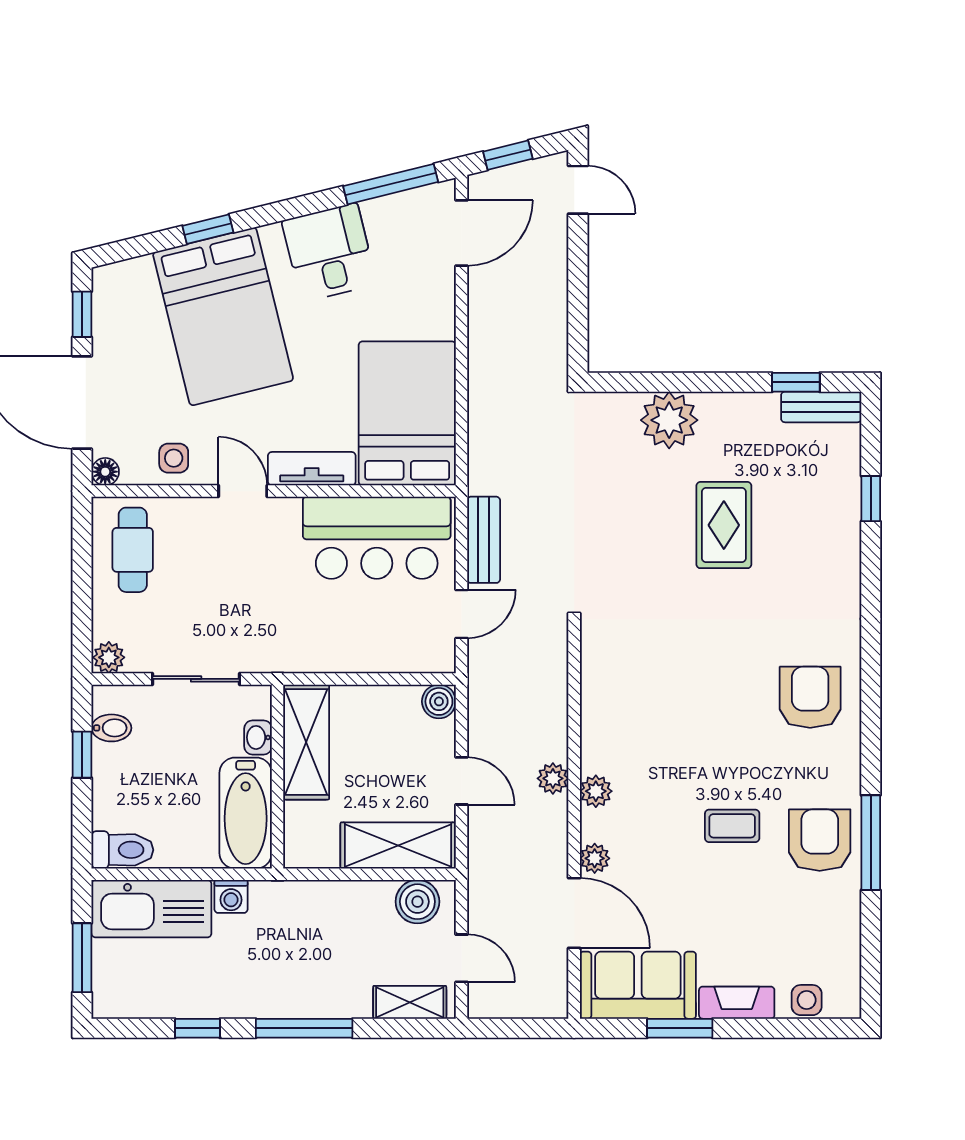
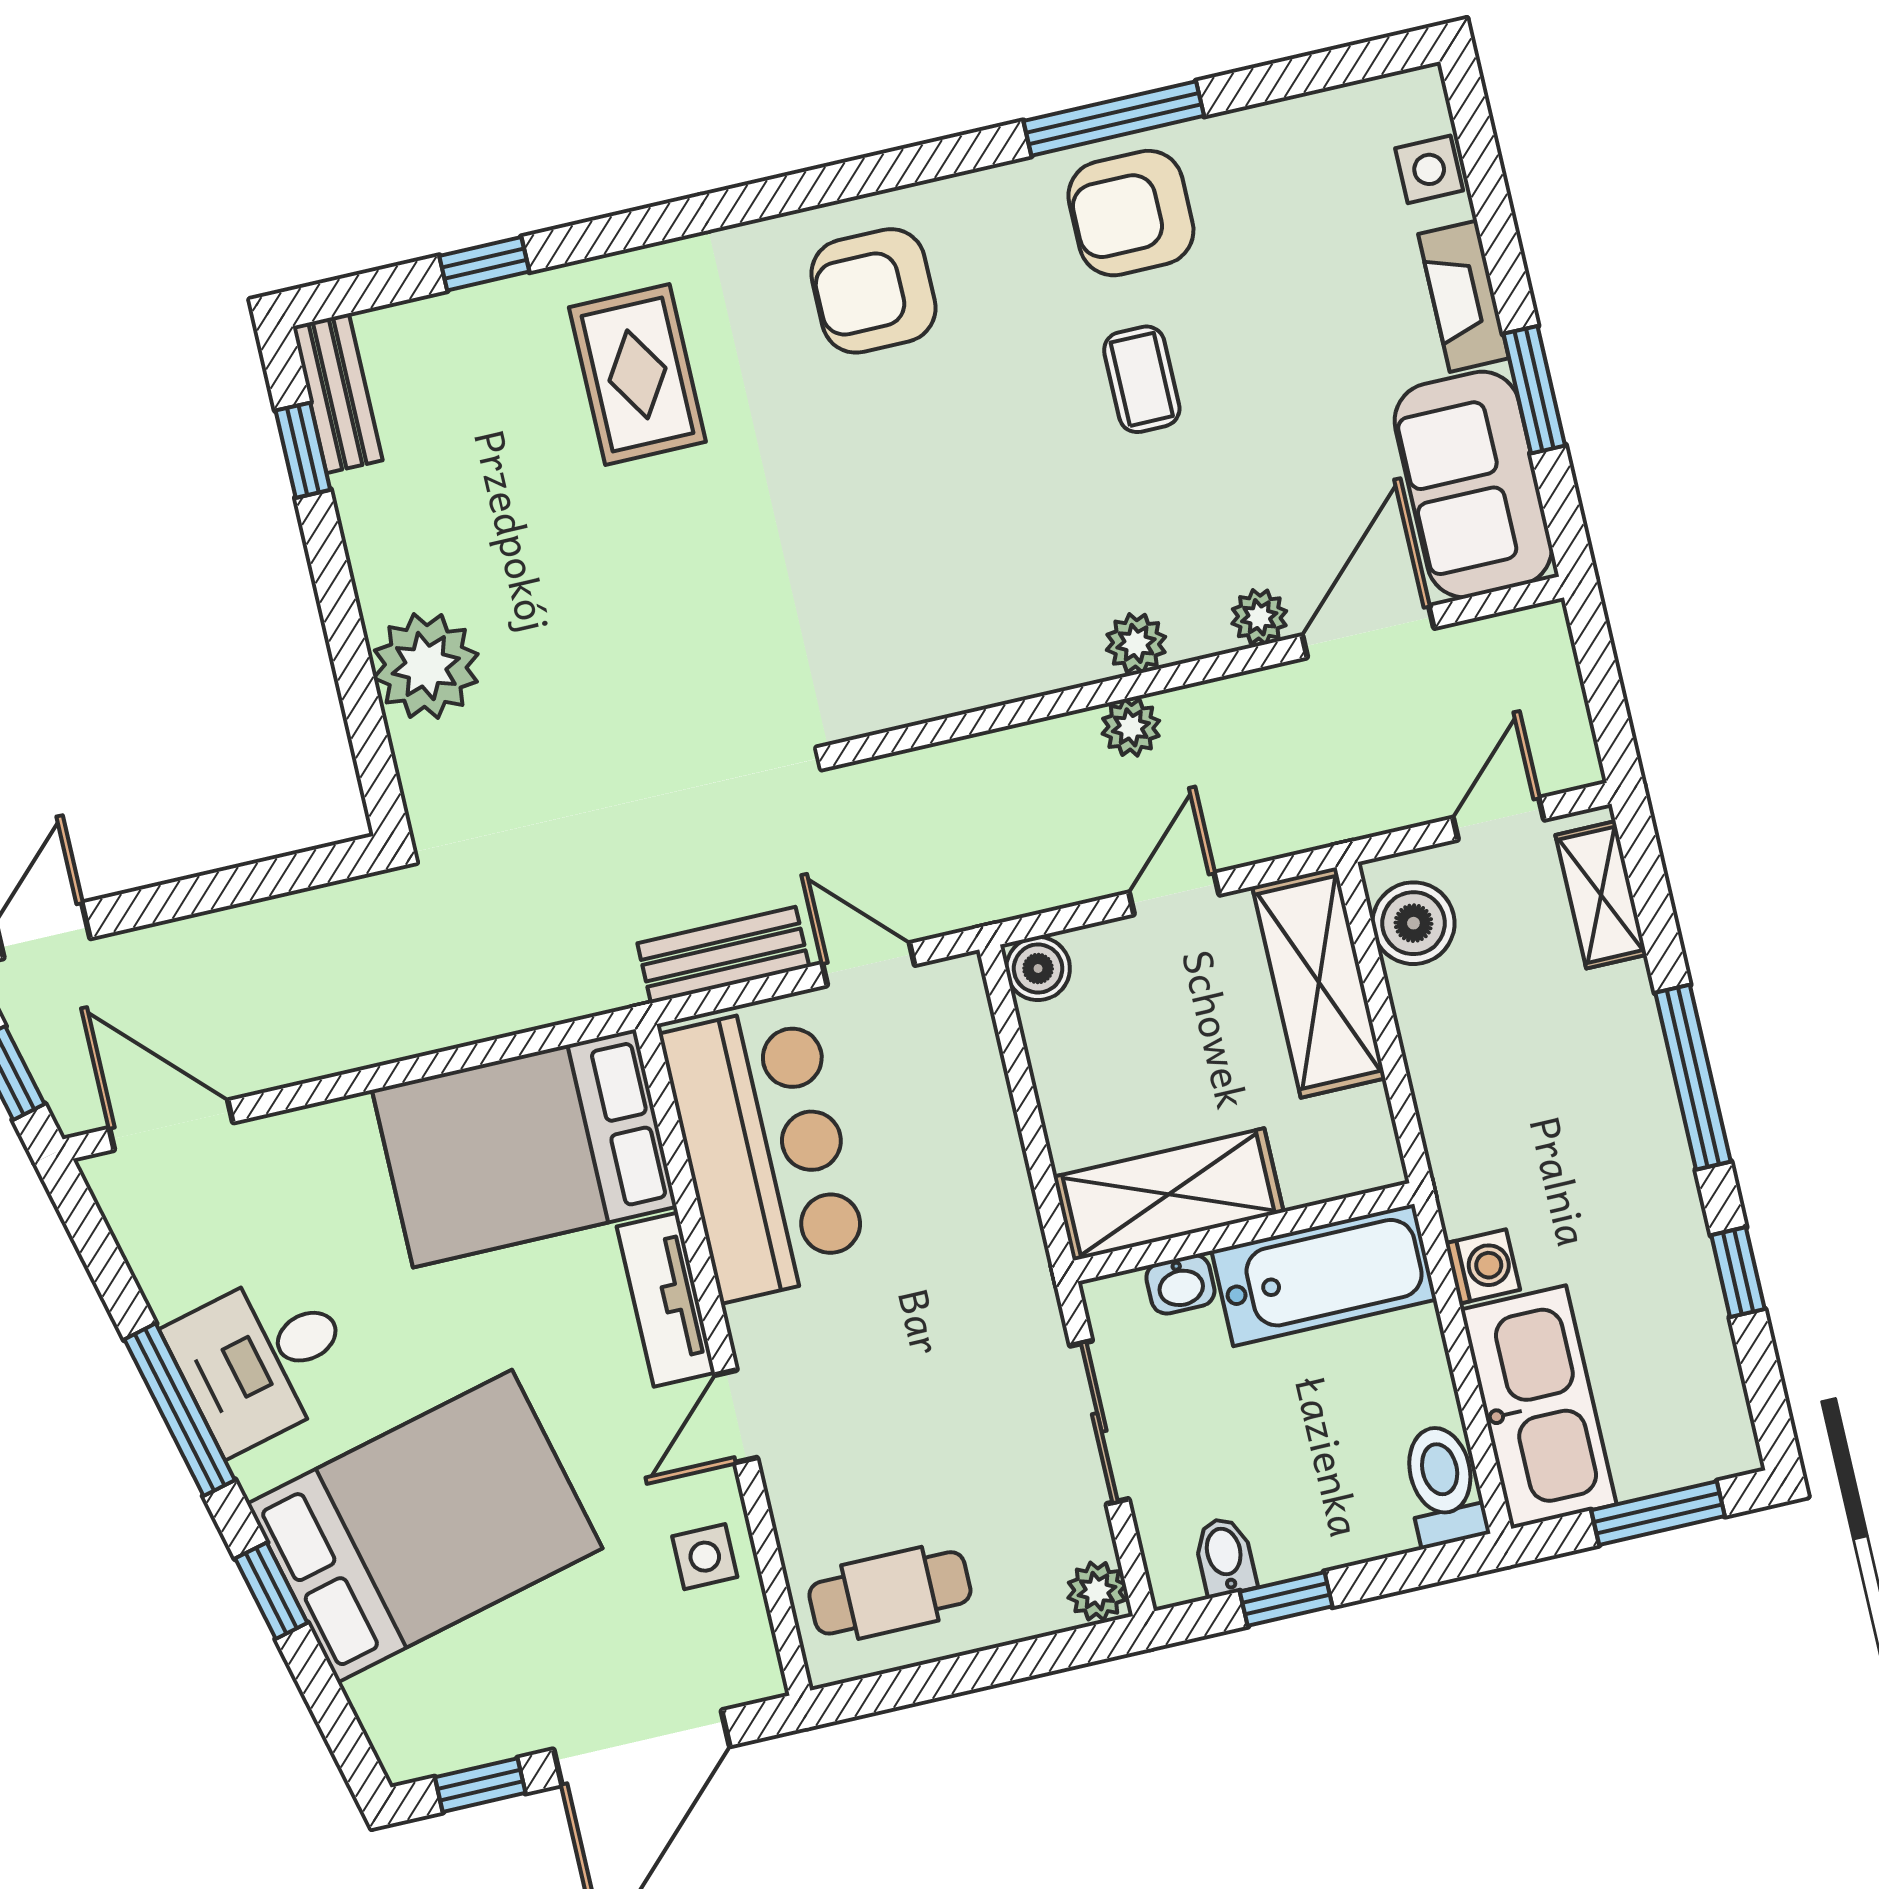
window: (391, 184) -> (180, 1410), moved
floor lamp: (105, 472) -> (759, 1676), removed
rug: (724, 525) -> (637, 374), moved, turned 90

